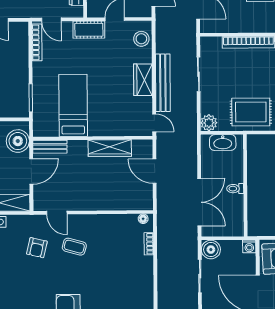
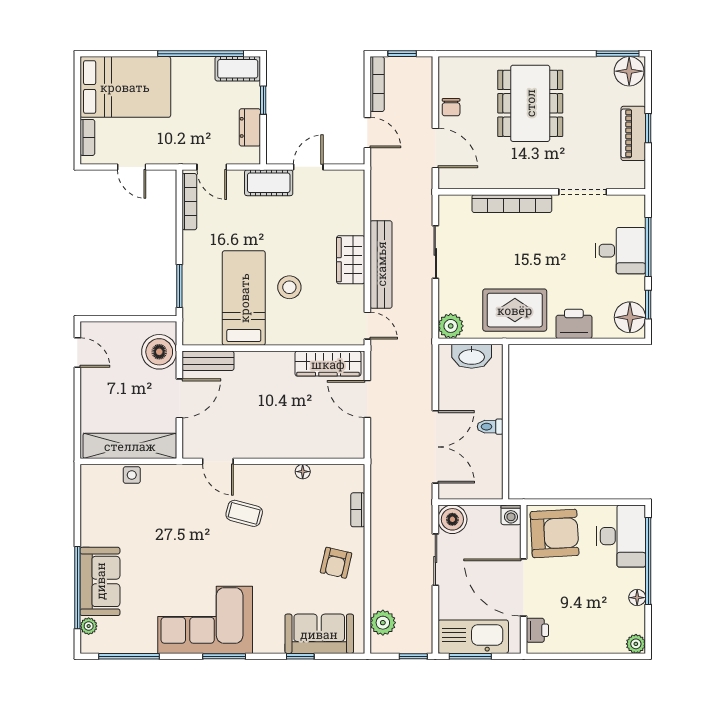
stool: (141, 39) -> (289, 287), moved
wardrobe: (110, 148) -> (328, 364), moved
floor lamp: (143, 219) -> (303, 472), moved
armchair: (37, 248) -> (336, 563), moved

